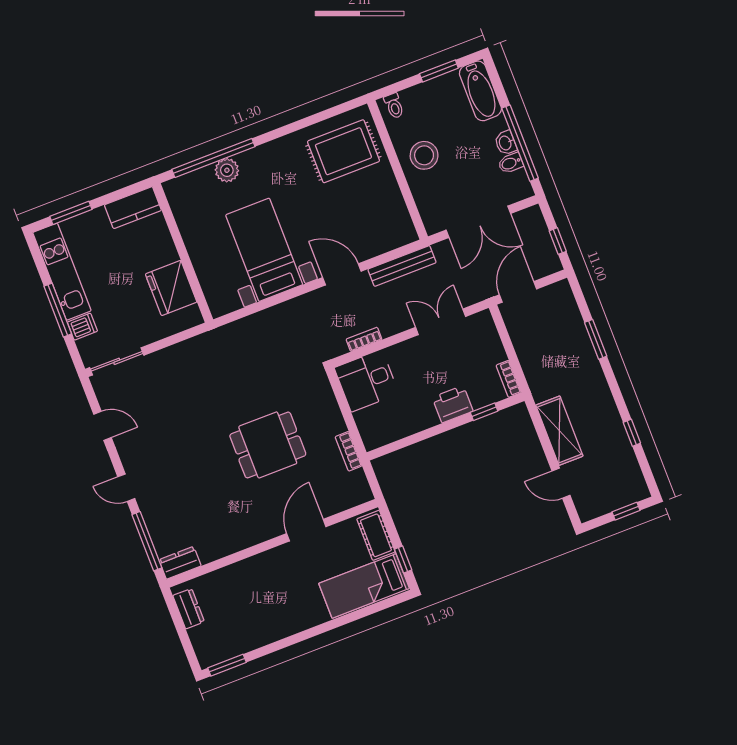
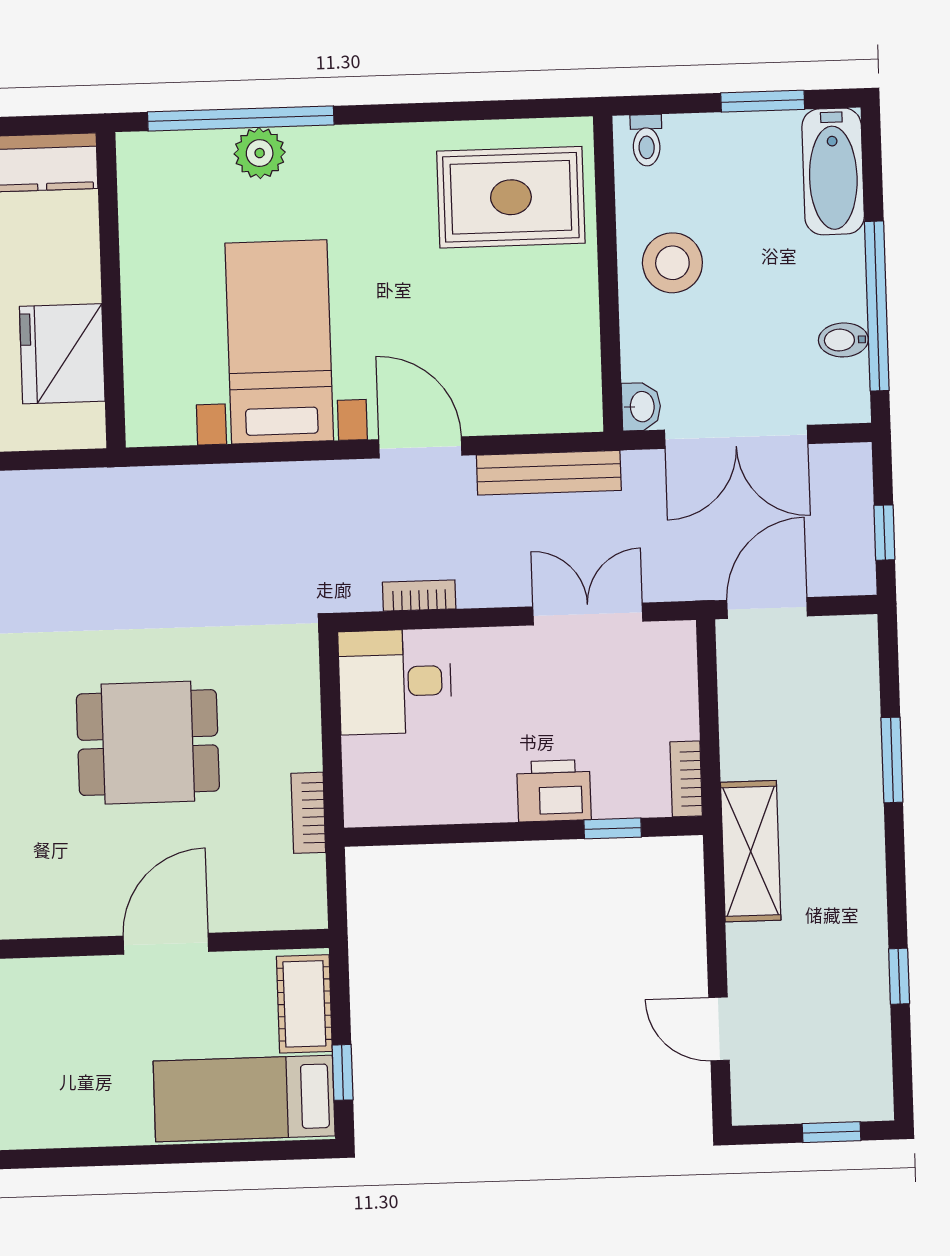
washbasin: (506, 143) -> (641, 407), moved, turned 180
shelving: (559, 431) -> (751, 851), moved

